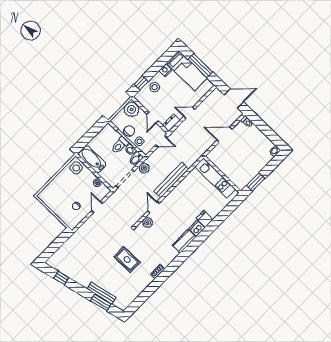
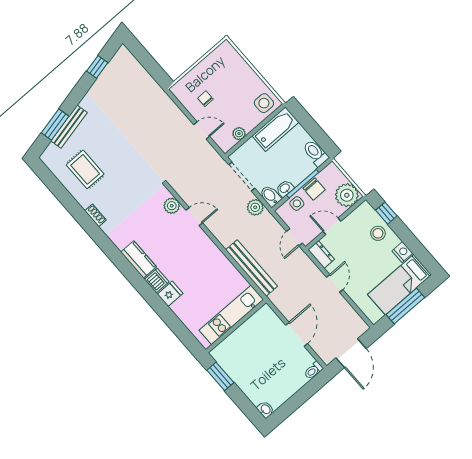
toilet: (120, 145) -> (316, 153), moved
bench: (171, 180) -> (252, 268), moved
rug: (127, 259) -> (85, 169), moved, turned 90

